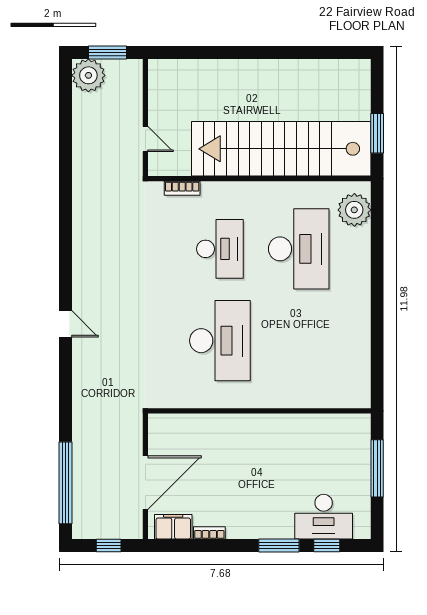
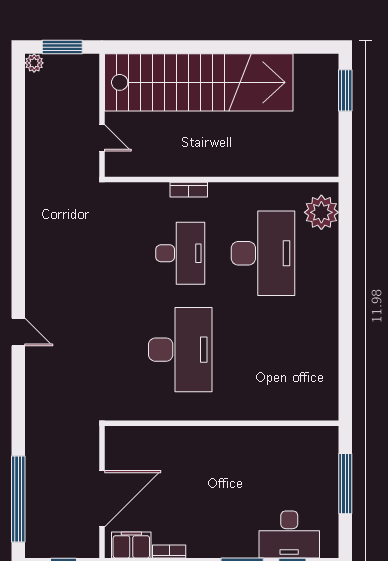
plant: (88, 75) -> (34, 63), width x0.53, depth x0.53
window: (377, 133) -> (345, 90), moved
stairs: (281, 149) -> (199, 82), moved, turned 180
bookcase: (182, 188) -> (189, 190), moved

